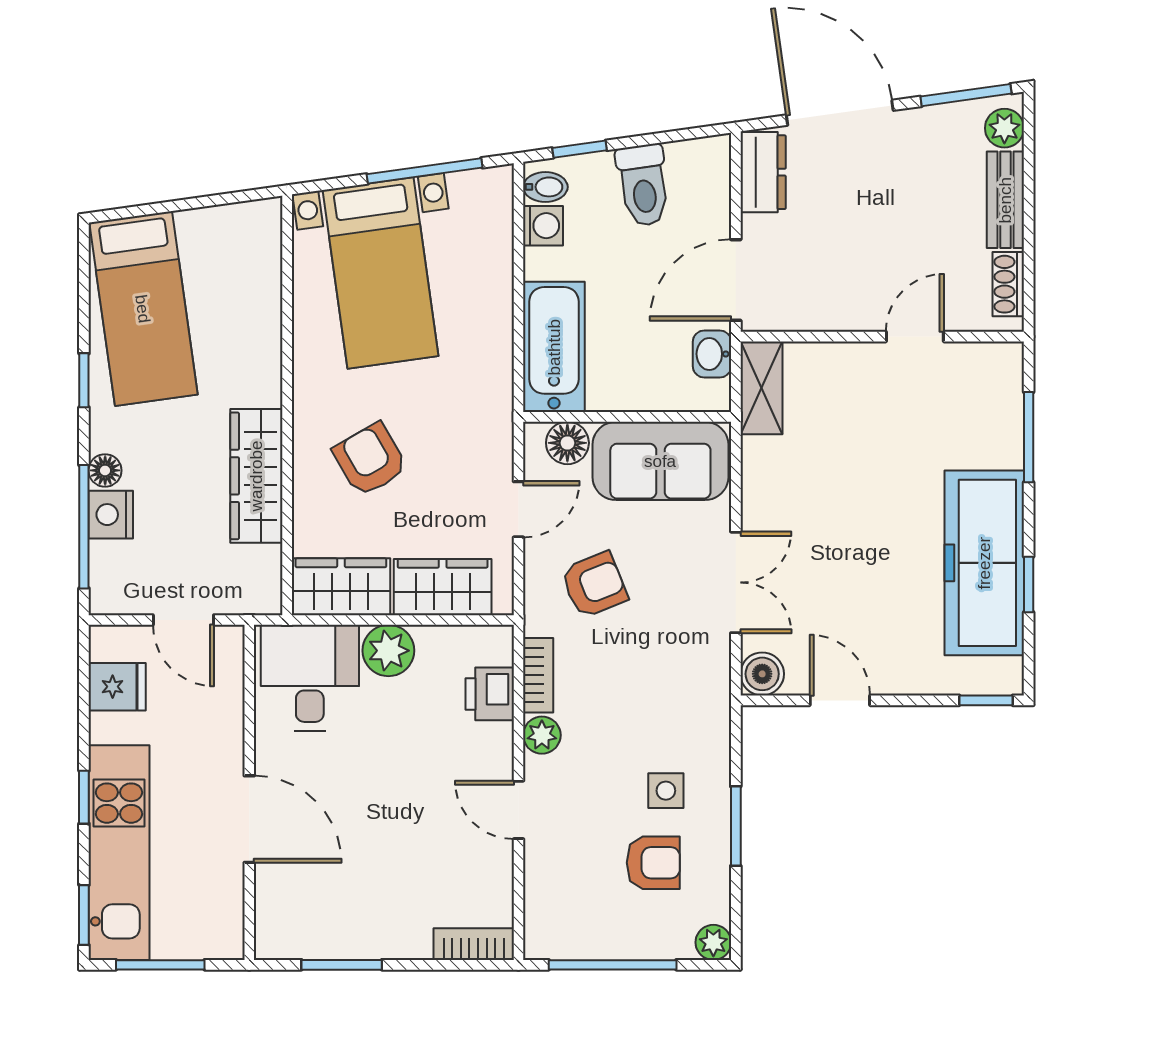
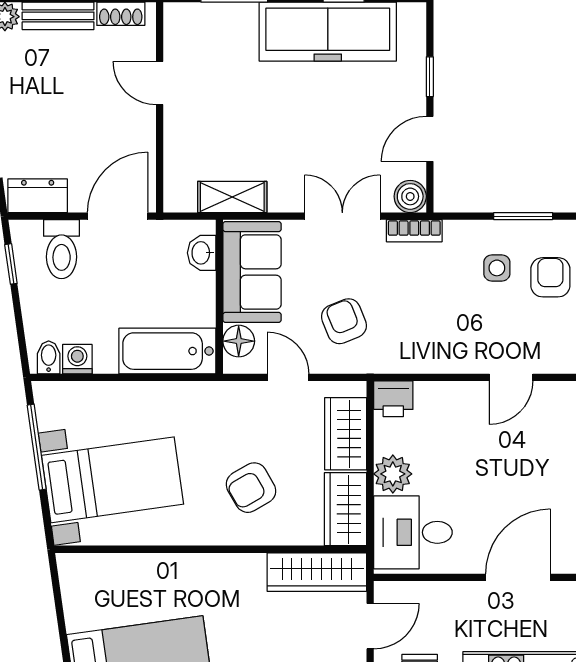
window: (580, 149) -> (11, 264), moved
toilet: (643, 185) -> (62, 249), moved, turned 98
door: (736, 280) -> (118, 216), swing flipped
washbasin: (712, 354) -> (202, 253), moved, turned 90
shelving: (761, 388) -> (232, 197), moved
wardrobe: (256, 476) -> (317, 572), moved
bookcase: (538, 675) -> (414, 231), moved, turned 180
printer: (490, 694) -> (393, 399), moved
window: (986, 700) -> (430, 77), moved
plant: (542, 735) -> (456, 360), removed

